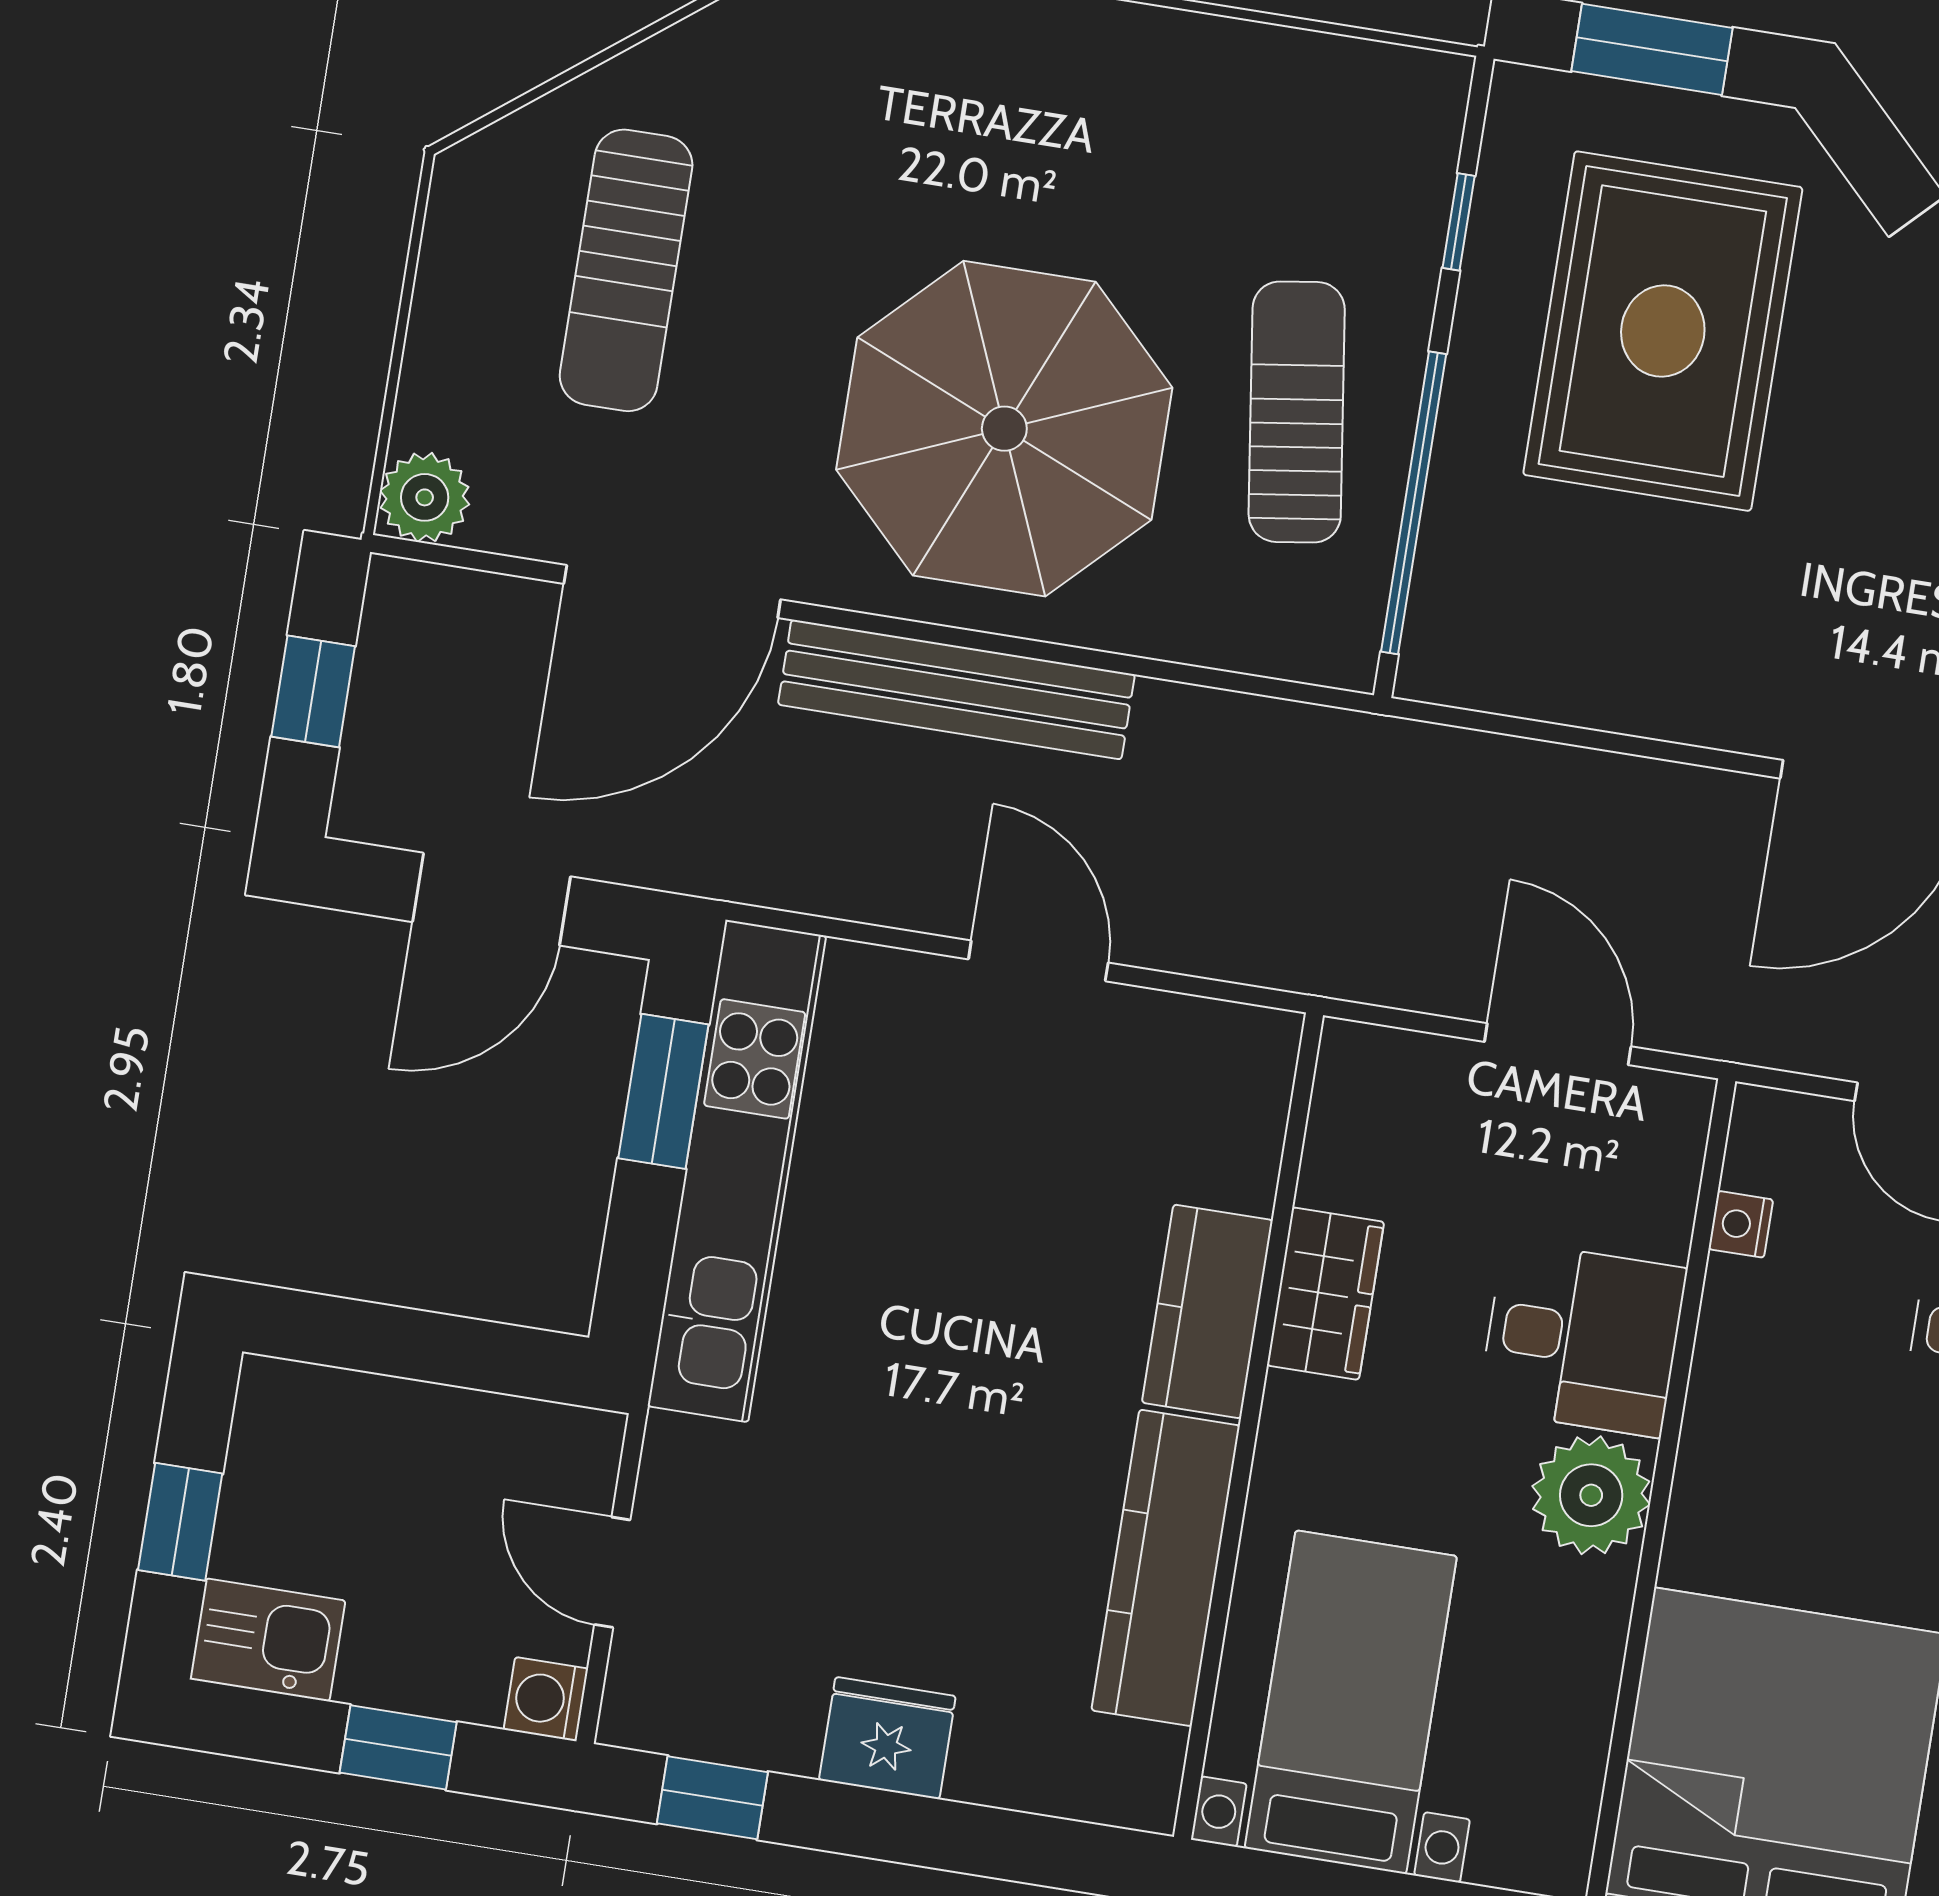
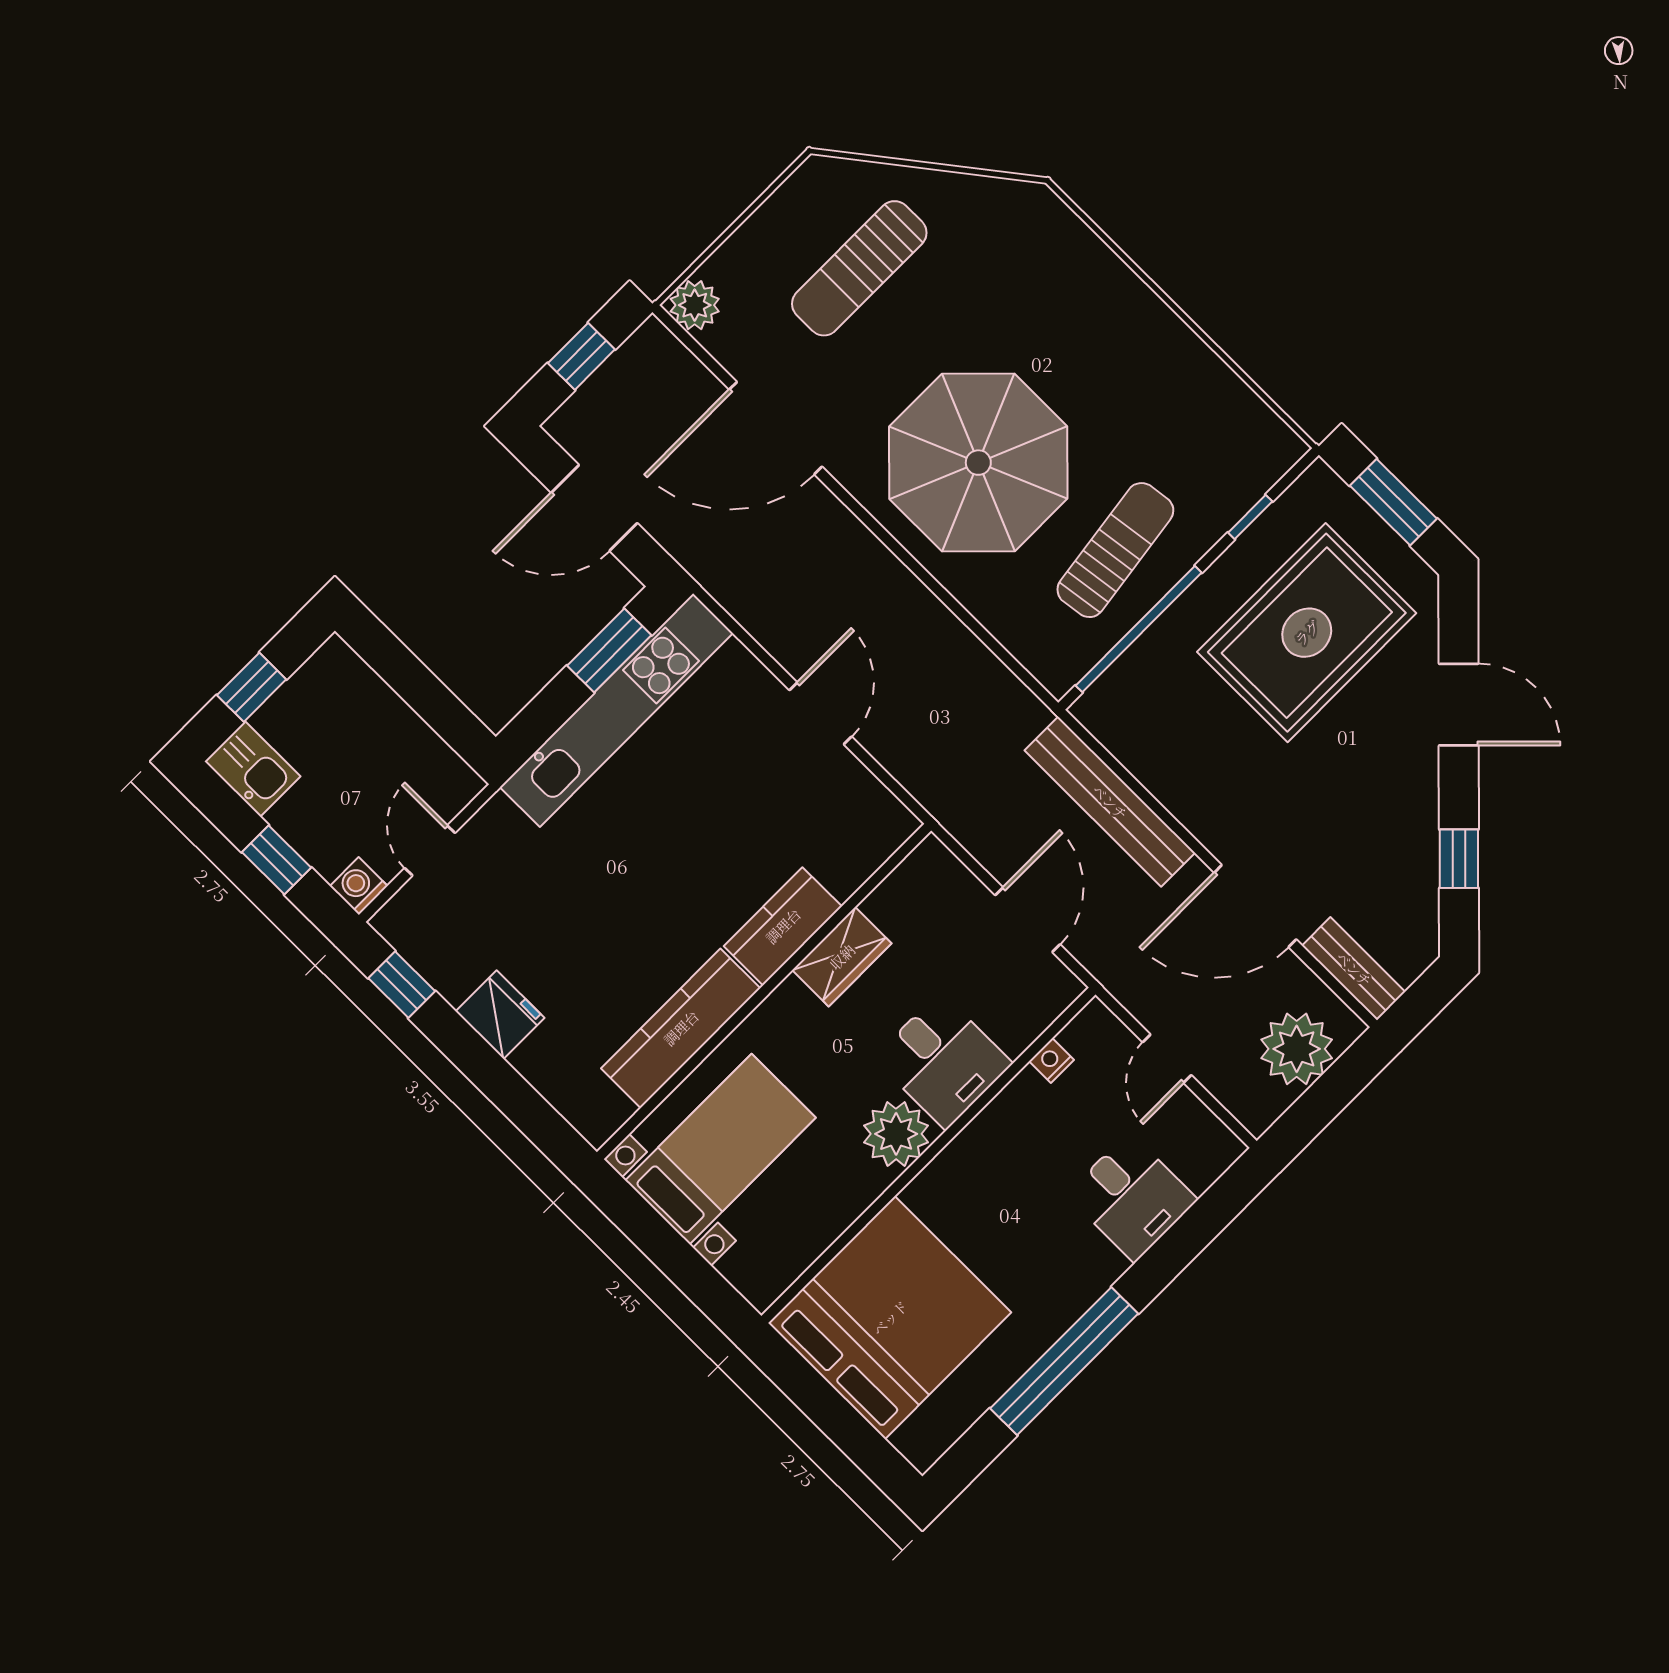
bench: (956, 690) -> (1110, 802), moved

